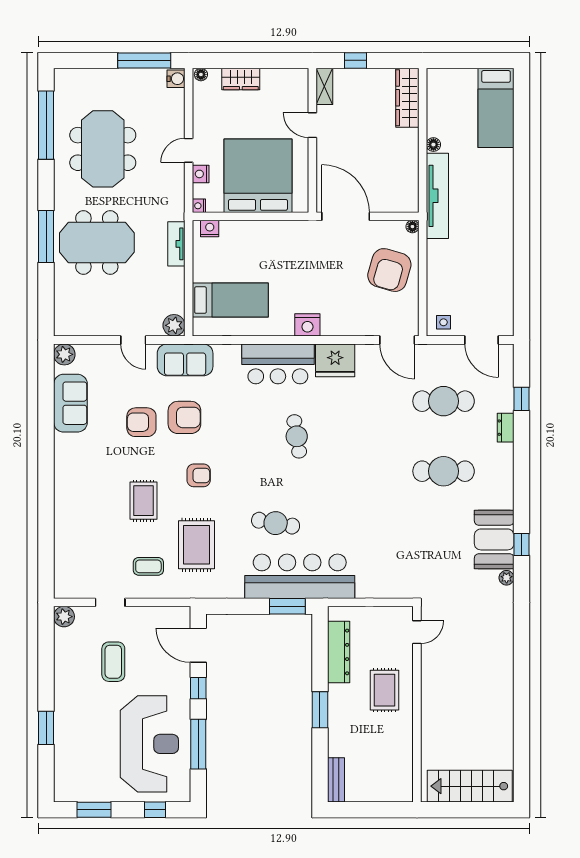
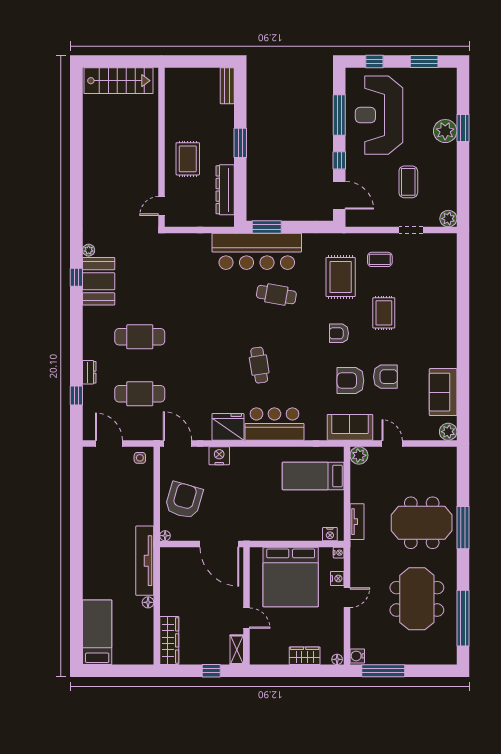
nightstand: (307, 325) -> (219, 456), moved
plant: (68, 724) -> (445, 131), added

